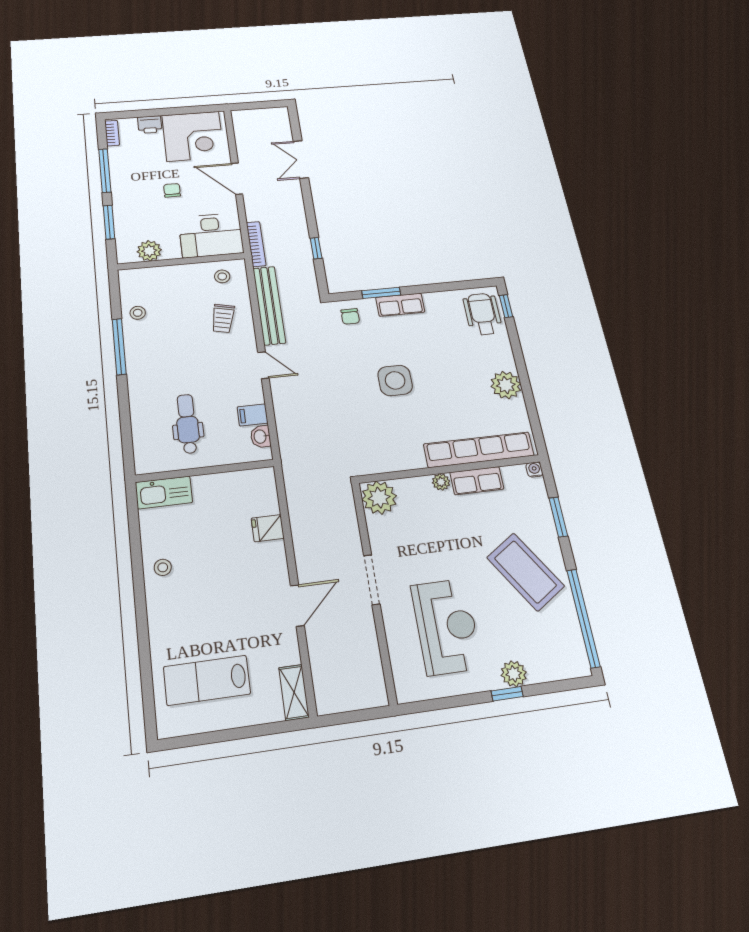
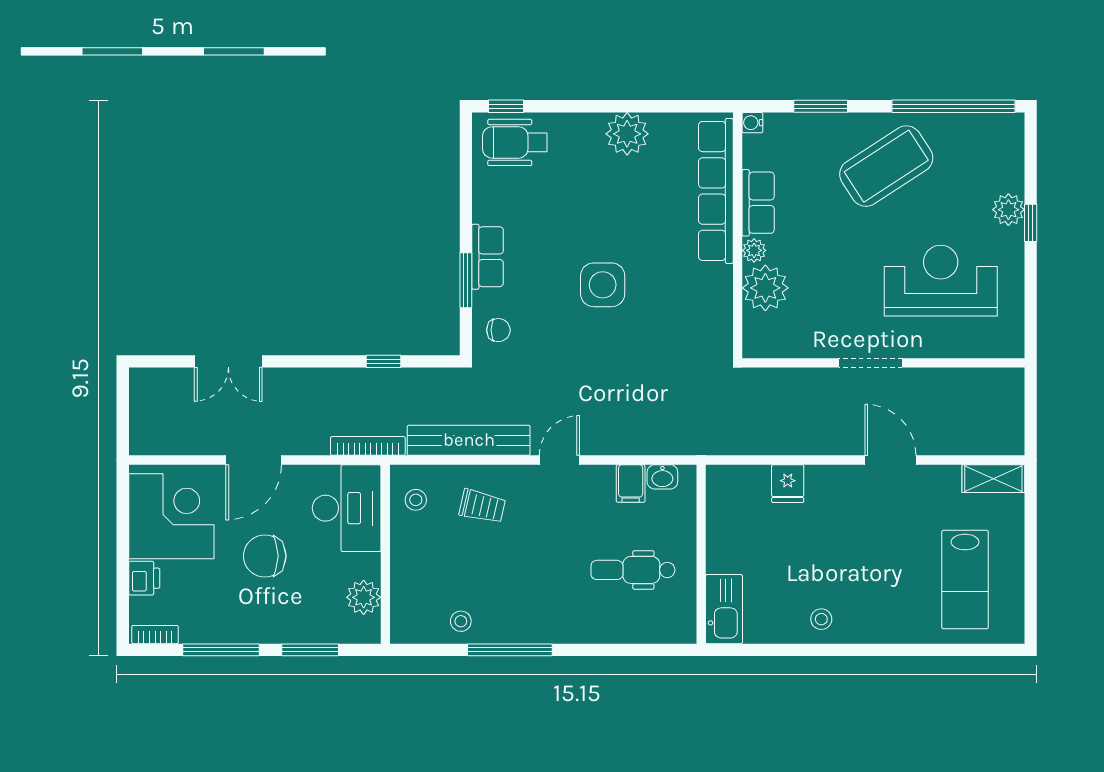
chair: (172, 190) -> (265, 556), width x1.87, depth x1.87
plant: (379, 498) -> (765, 288), moved

